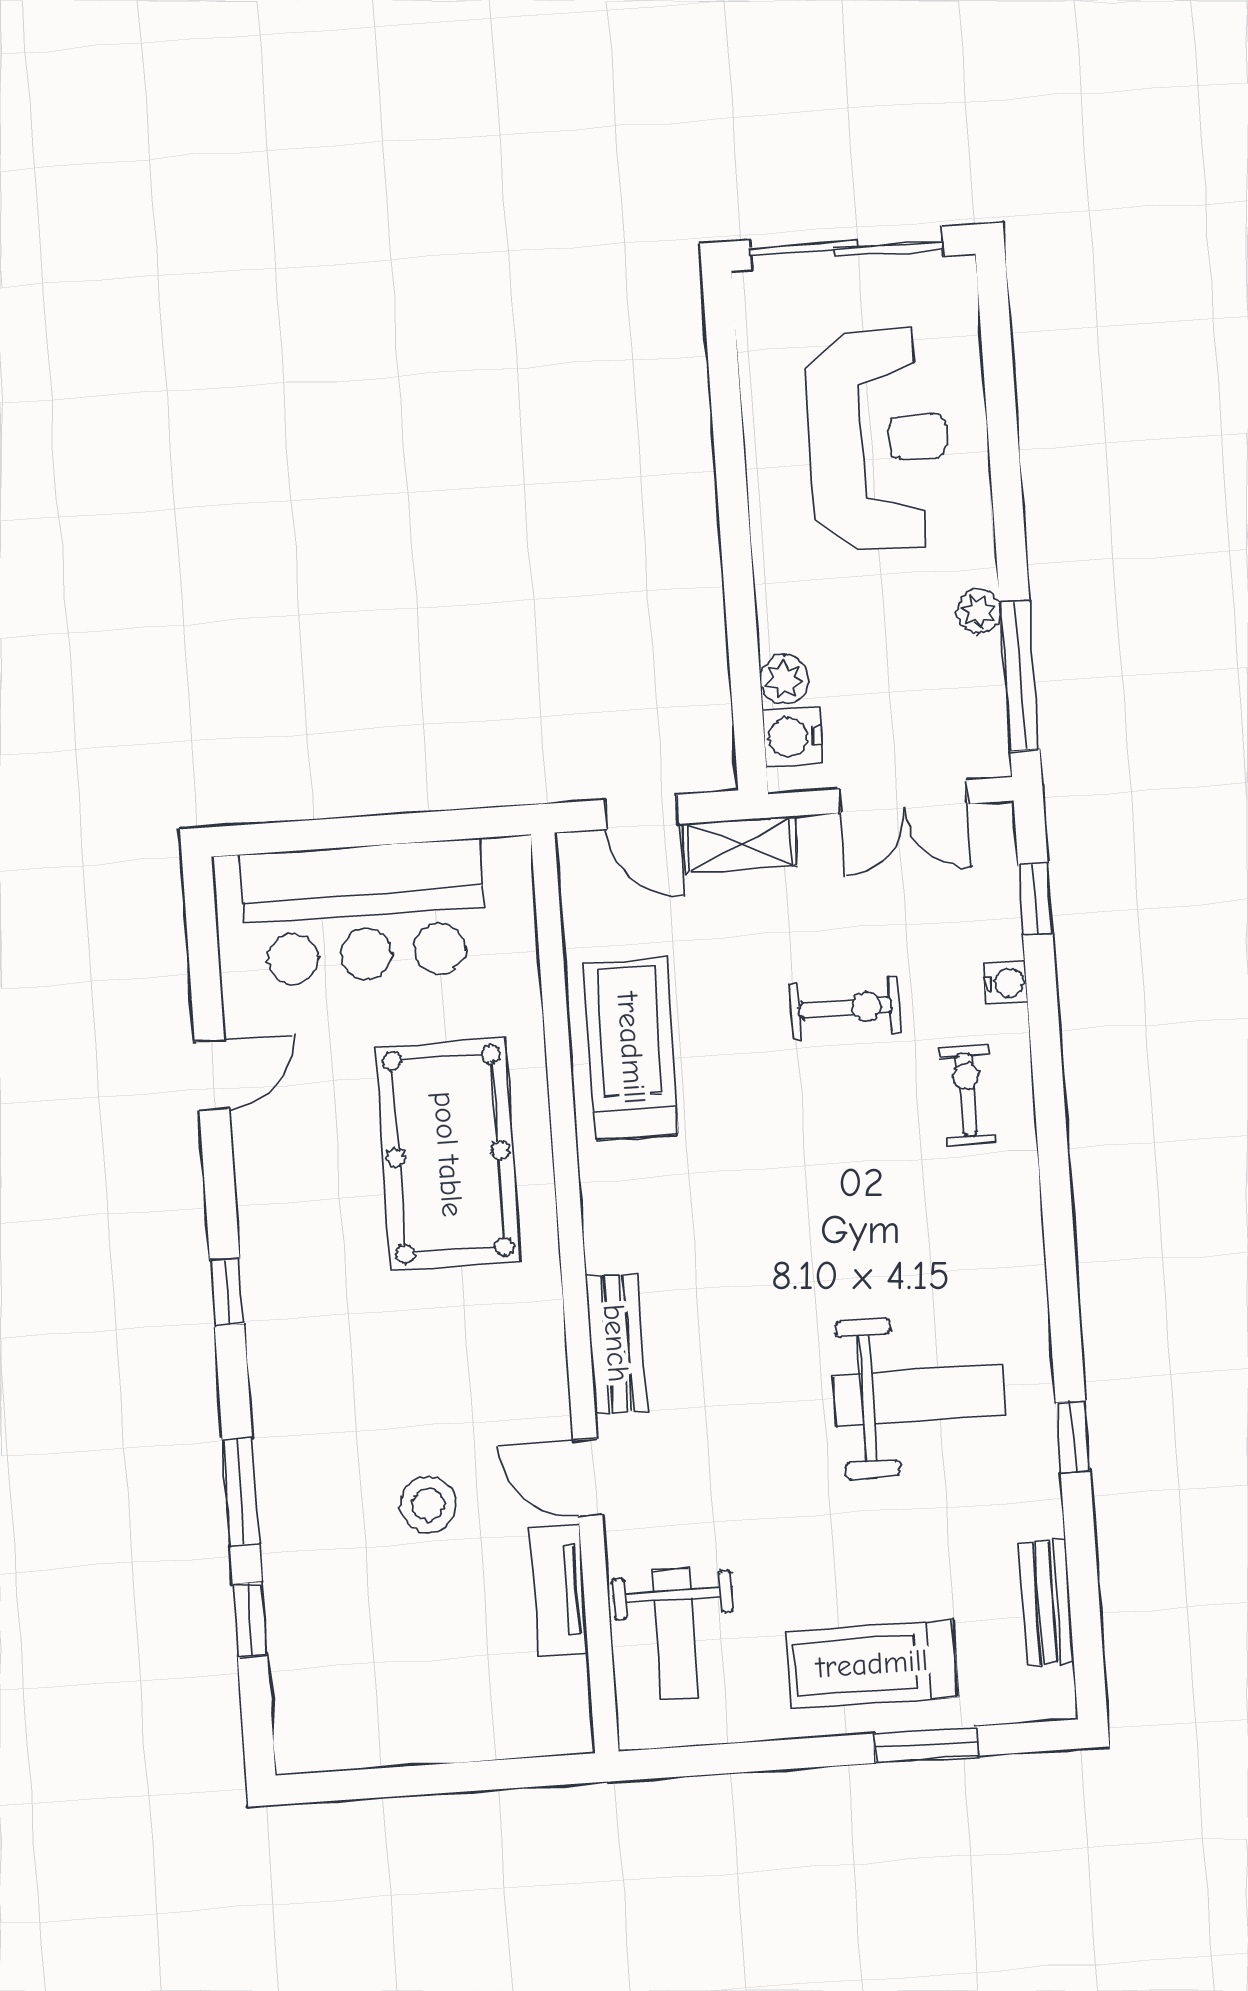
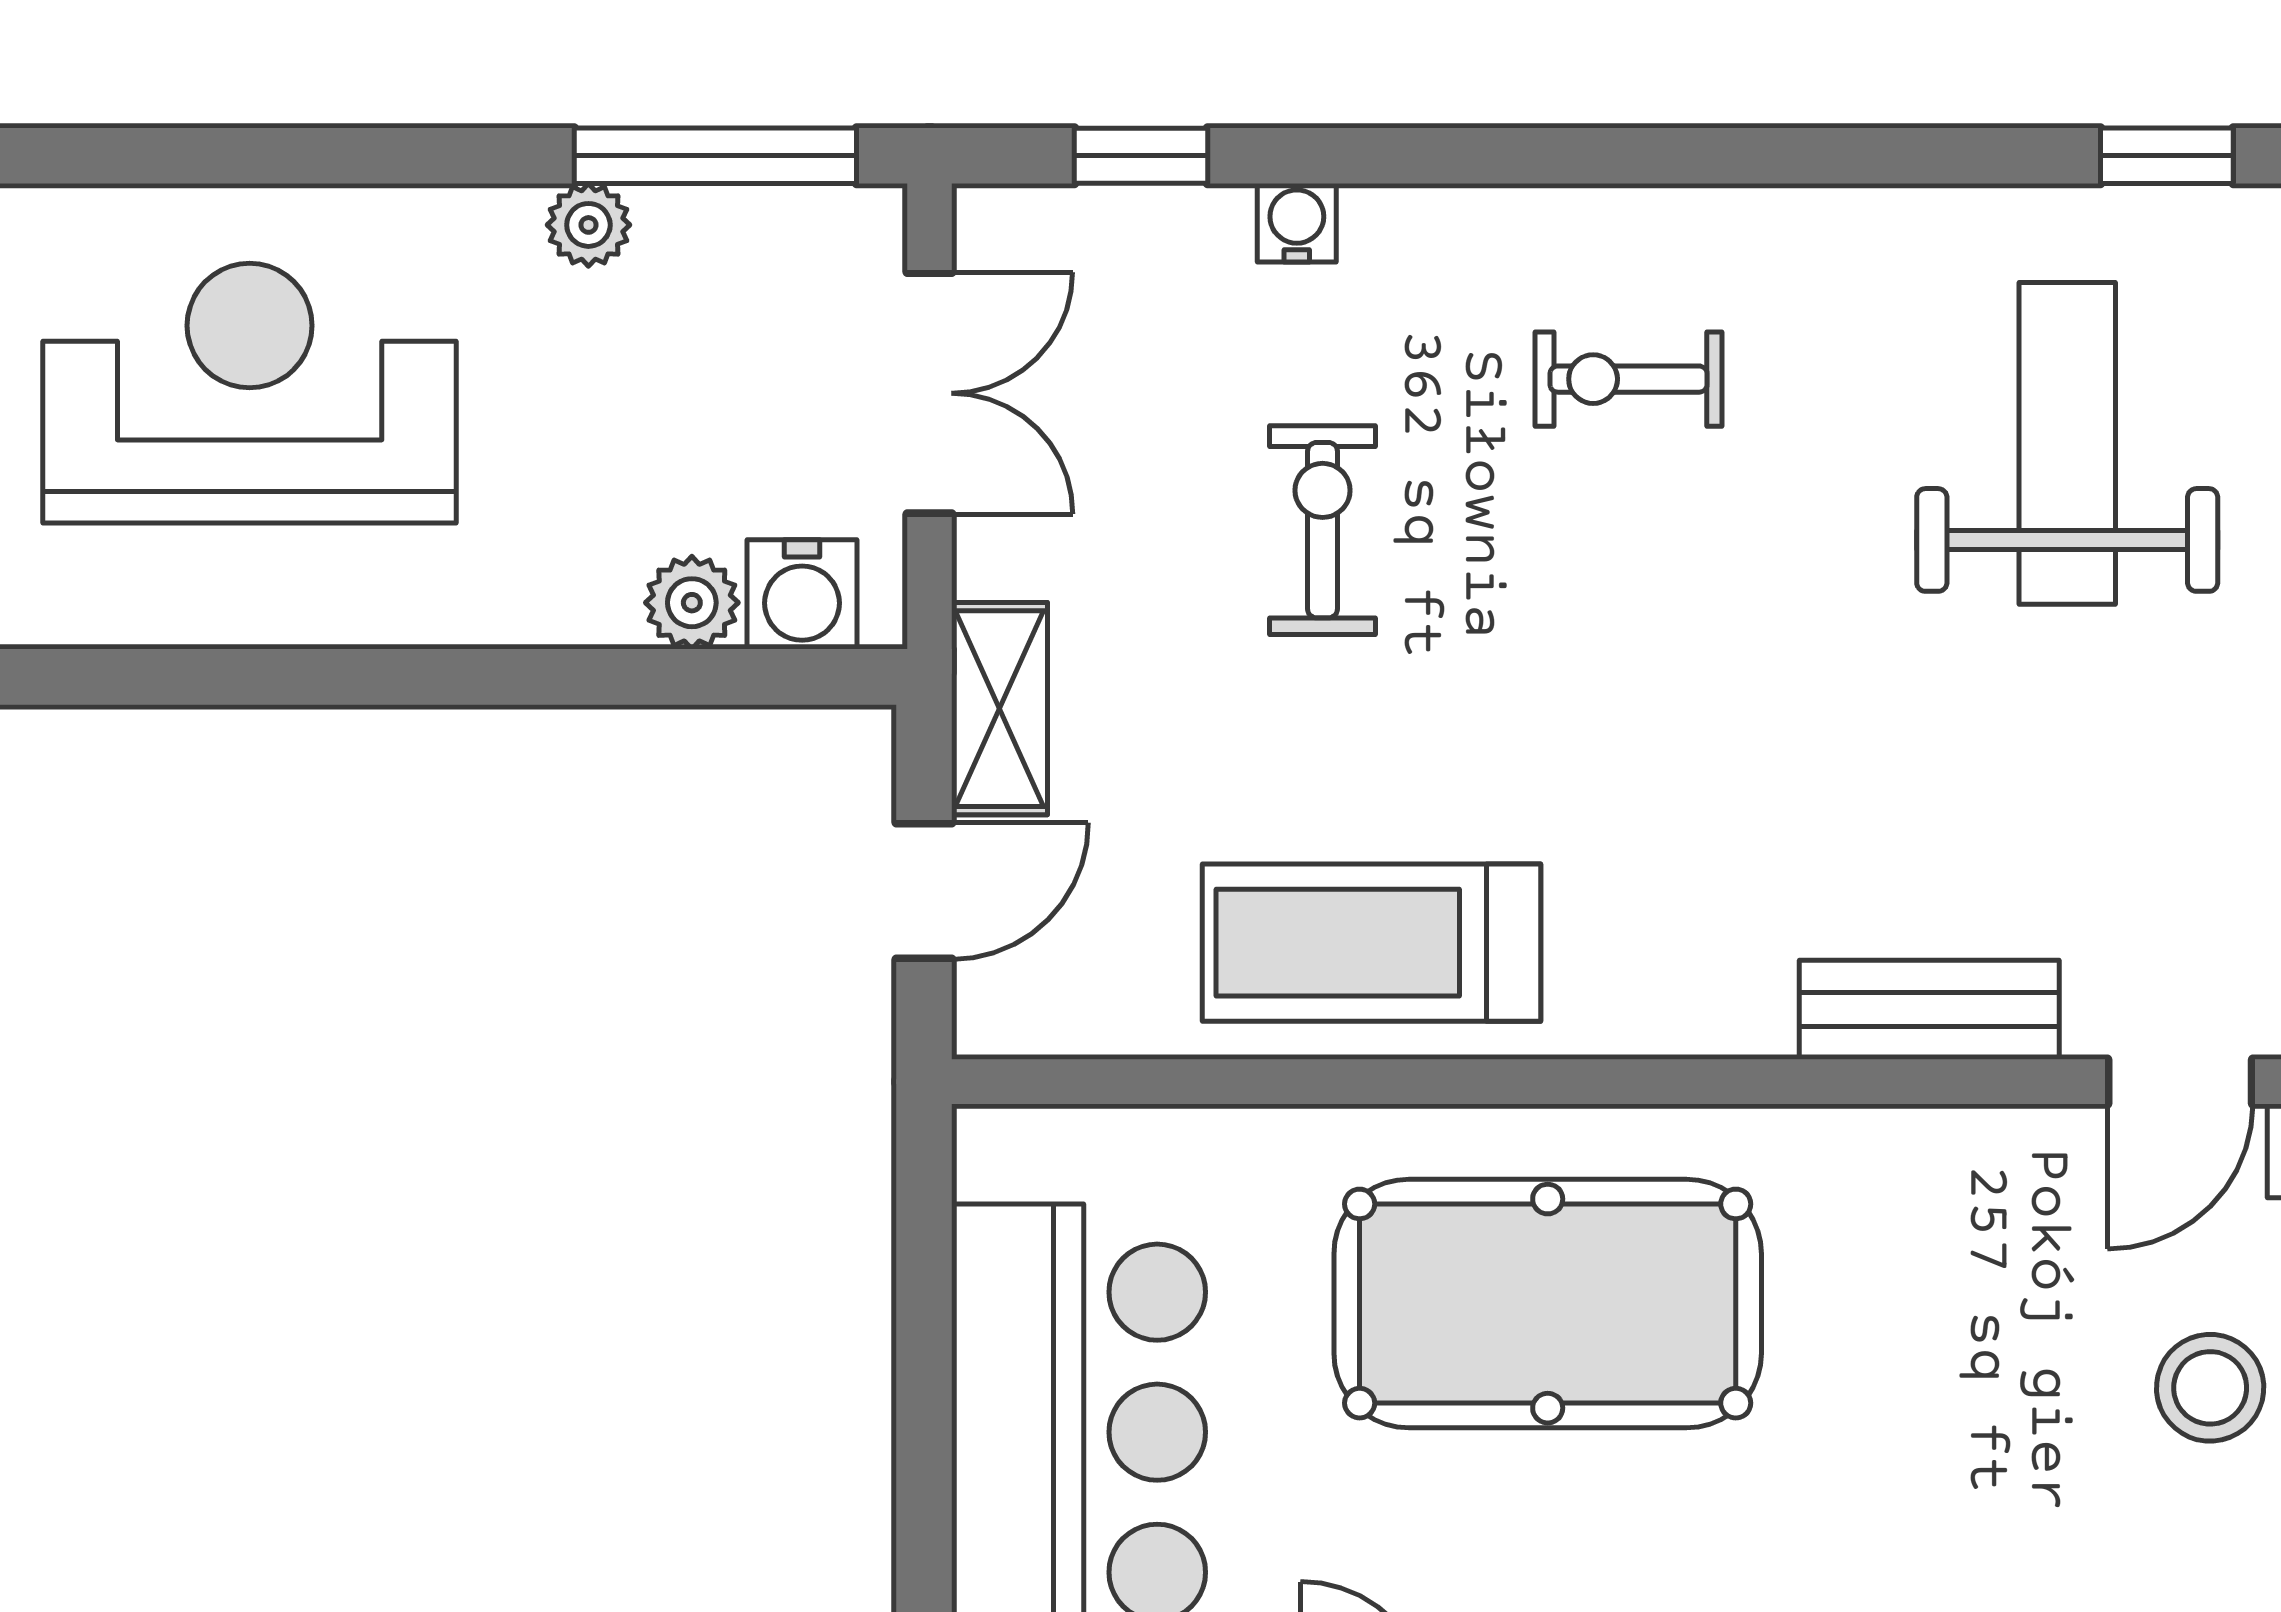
exercise bike: (967, 1095) -> (1629, 379), moved

